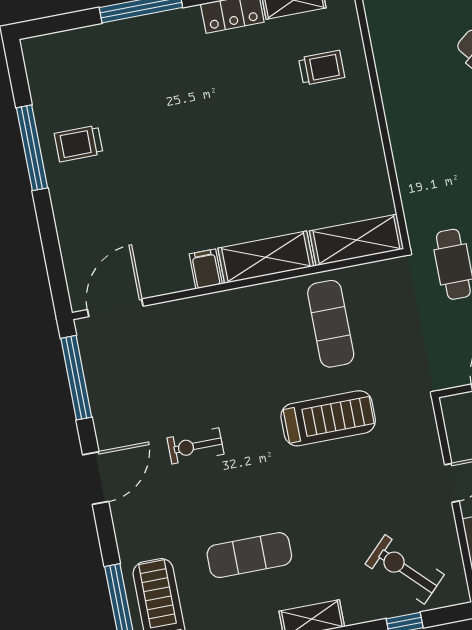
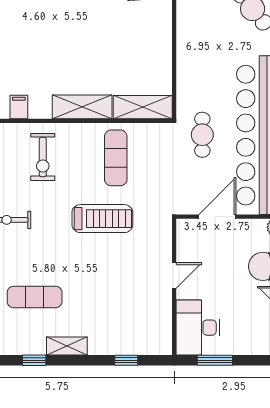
filing cabinet: (206, 269) -> (19, 107), moved
exercise bike: (405, 569) -> (43, 157), moved, turned -135

